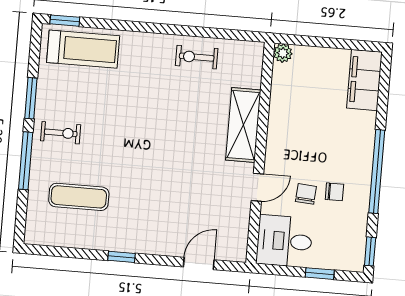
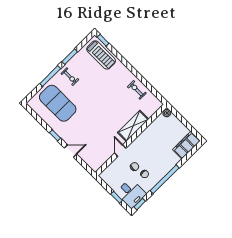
door: (257, 187) -> (120, 151), swing flipped
exercise mat: (79, 197) -> (58, 103), width x2.00, depth x1.45
desk: (284, 241) -> (131, 193), moved, turned 180
door: (199, 263) -> (70, 151), moved

